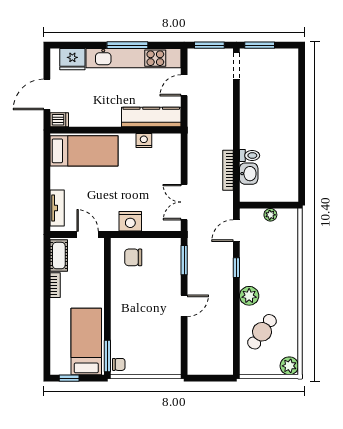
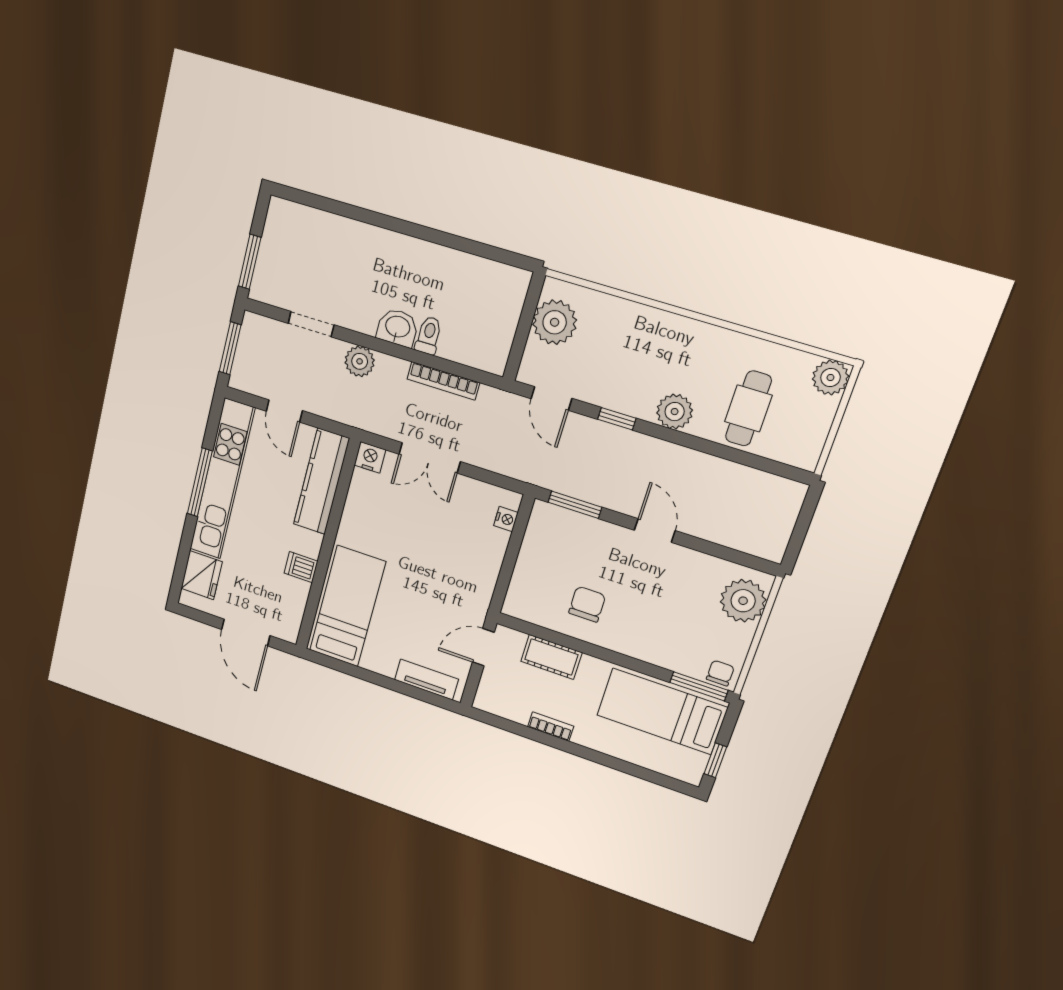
doorway: (236, 66) -> (311, 324), moved
dishwasher: (59, 120) -> (301, 567), moved, turned -90
plant: (224, 121) -> (360, 361), added
nightstand: (144, 140) -> (370, 457), moved, turned 90
washbasin: (249, 174) -> (397, 328), moved
double door: (184, 202) -> (430, 458), moved
plant: (270, 215) -> (555, 322), width x1.88, depth x1.88
nightstand: (130, 221) -> (506, 519), moved, width x0.53, depth x0.56
cot: (59, 256) -> (551, 657), moved
chair: (133, 257) -> (587, 604), moved, turned 180
cafe table: (262, 332) -> (748, 408), turned 55
plant: (162, 363) -> (743, 601), added

